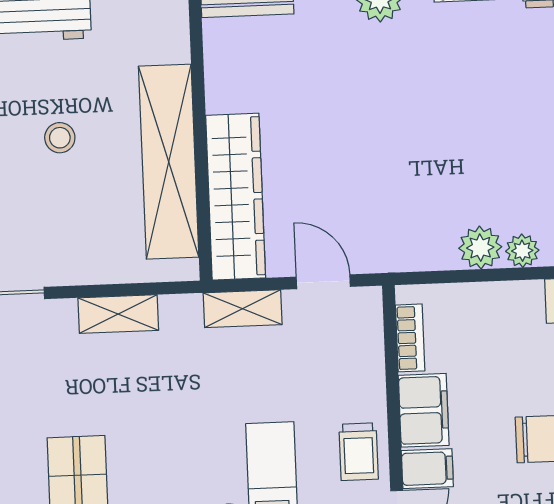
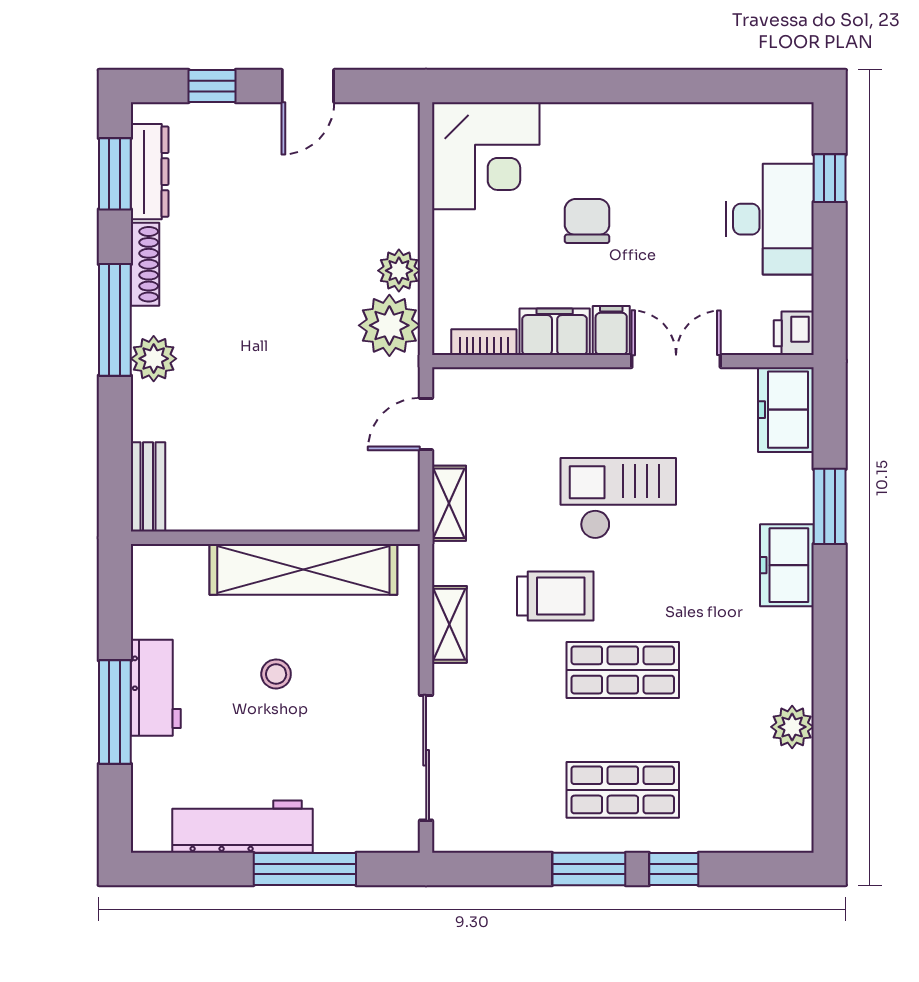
wardrobe: (236, 197) -> (340, 506), removed
plant: (522, 251) -> (389, 325), moved, width x1.88, depth x1.88
trolley: (359, 452) -> (555, 596), moved, width x1.36, depth x1.39

